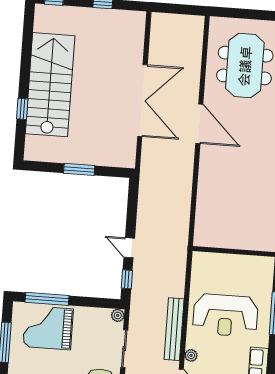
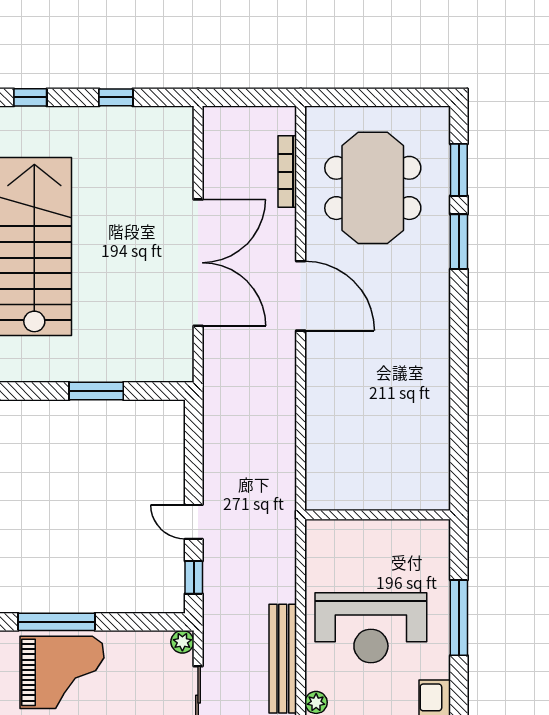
bookcase: (197, 53) -> (287, 172), added
grand piano: (48, 328) -> (62, 672), turned 180

